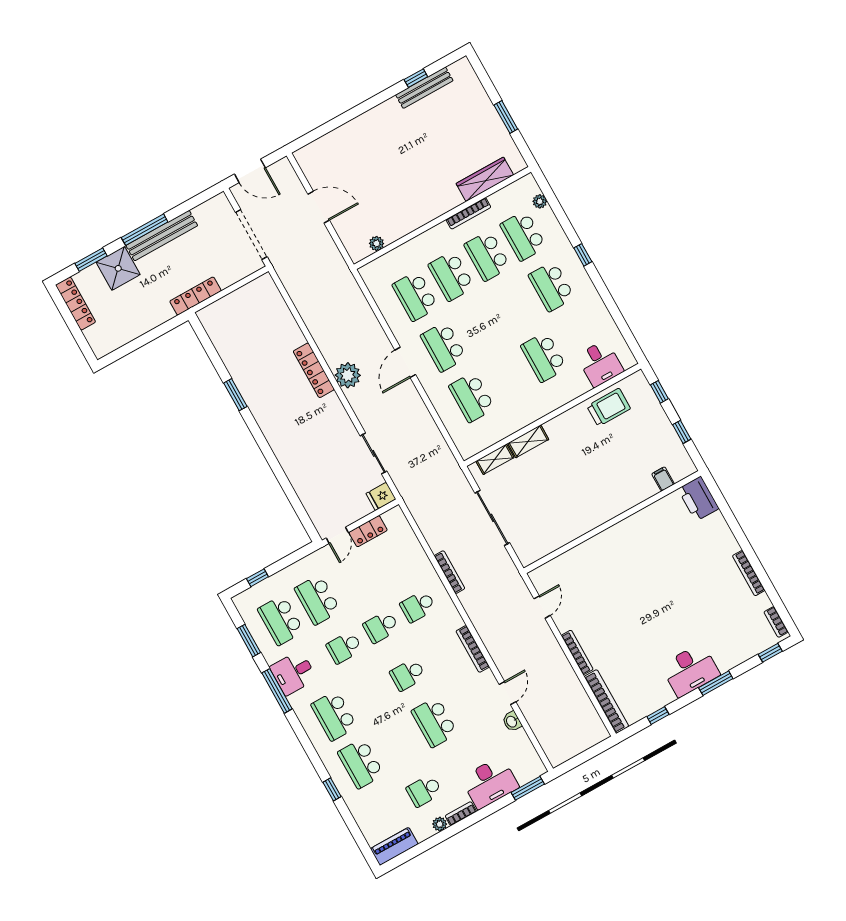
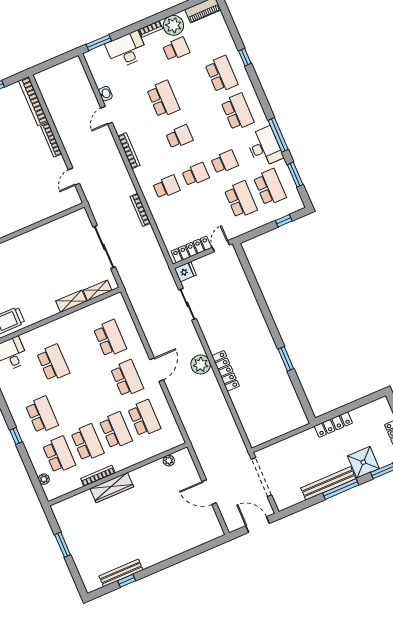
wardrobe: (485, 179) -> (112, 488), moved
locker: (195, 296) -> (333, 425), moved
locker: (368, 531) -> (191, 249), width x1.53
desk: (293, 673) -> (264, 147), width x1.37
plant: (440, 824) -> (173, 25), width x1.87, depth x1.87

